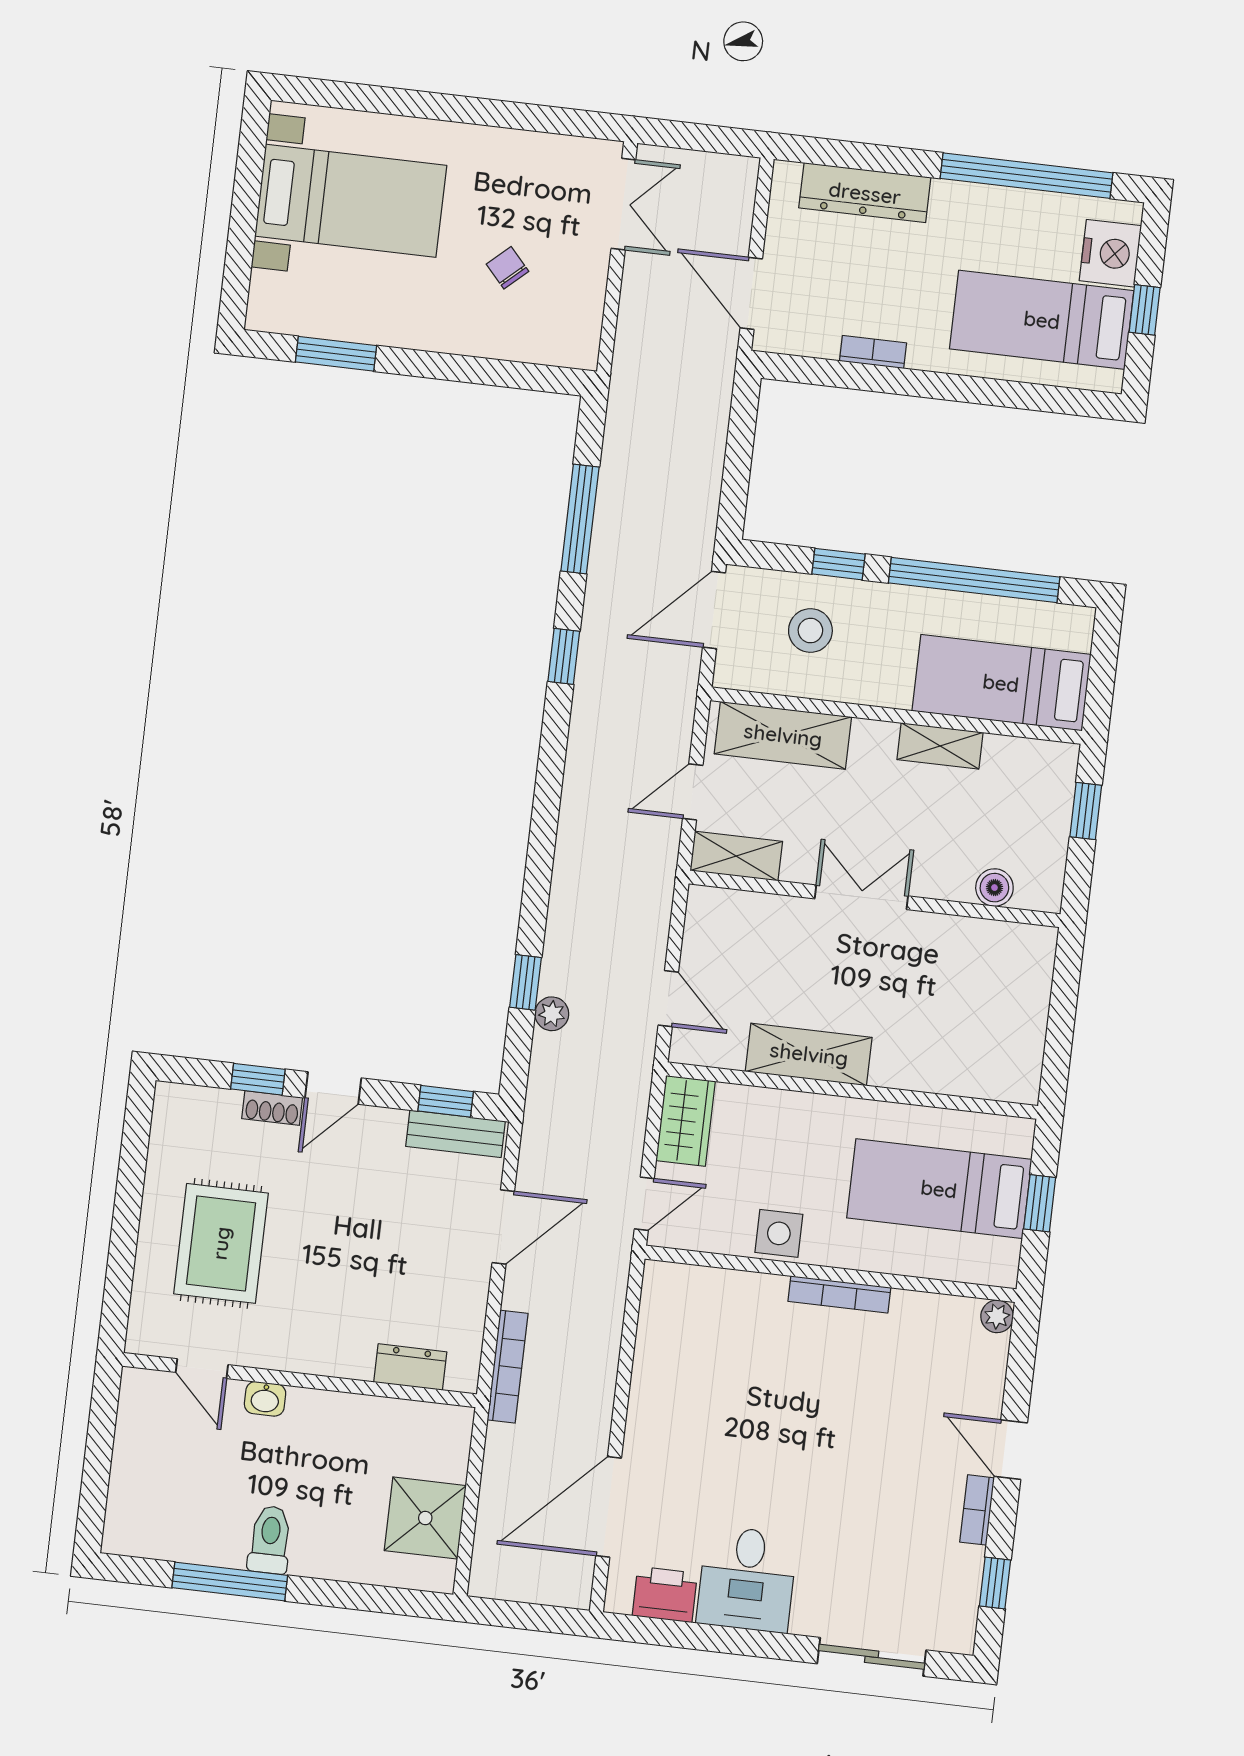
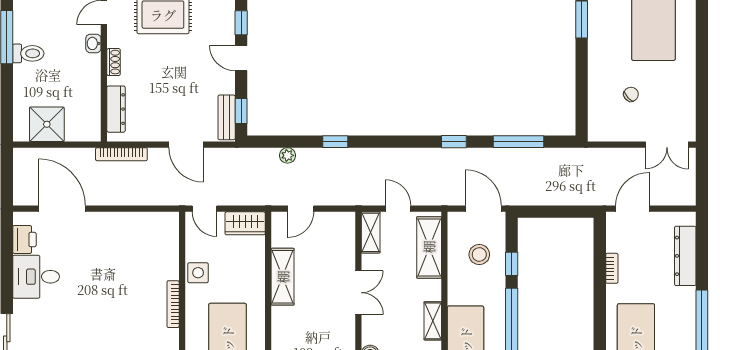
window: (526, 982) -> (335, 142), moved
shoe rack: (272, 1108) -> (114, 62), moved, turned 180
dresser: (410, 1367) -> (116, 109), width x1.44

